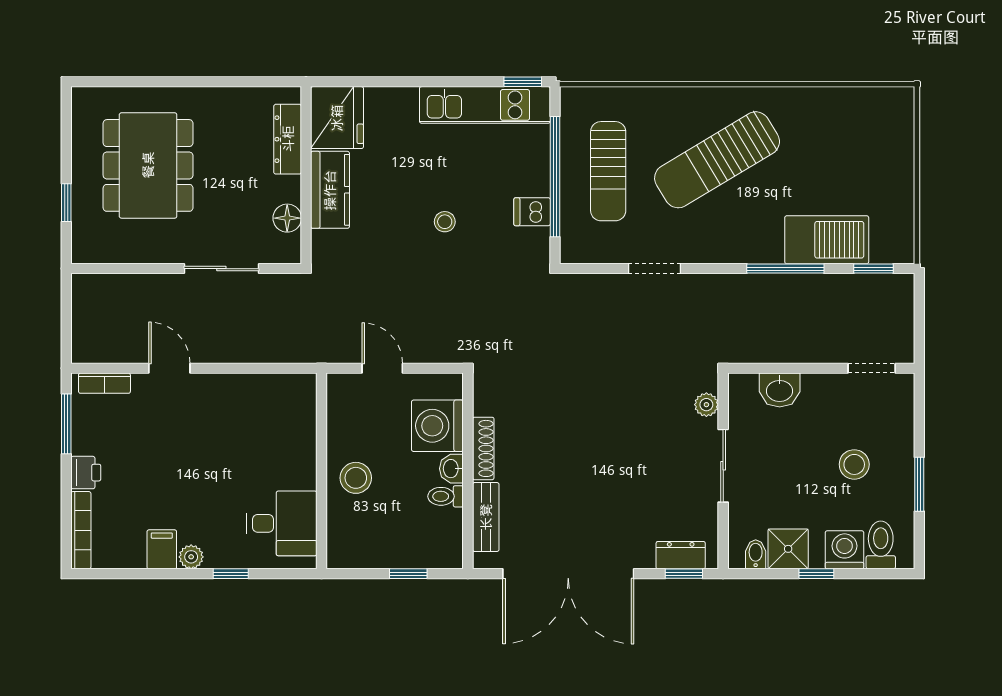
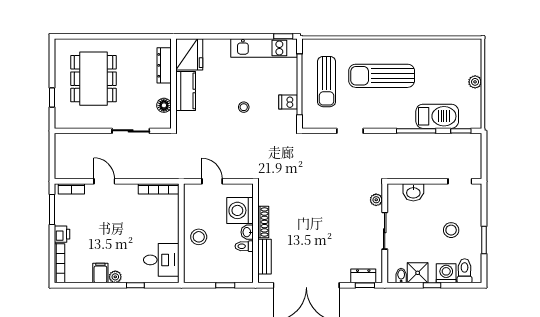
sun lounger: (717, 160) -> (382, 76), turned 31
plant: (901, 172) -> (475, 82), added
bookcase: (277, 383) -> (159, 189), added

